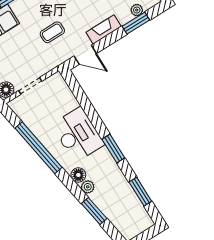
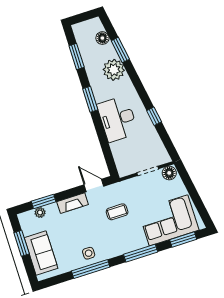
window: (38, 148) -> (154, 116), width x0.32
floor lamp: (78, 175) -> (102, 38), moved
plant: (88, 187) -> (114, 70), width x1.88, depth x1.88

